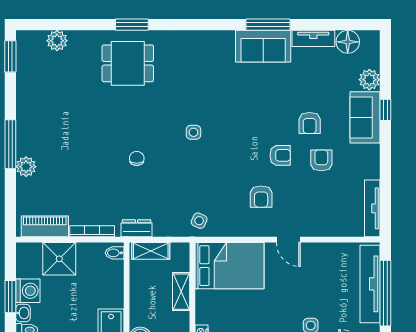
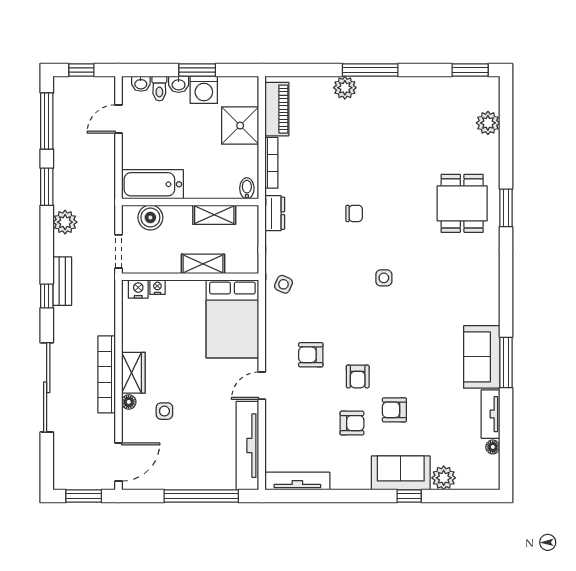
floor lamp: (348, 42) -> (493, 447), width x0.53, depth x0.53
shelving: (151, 251) -> (214, 215), moved, turned 90
tv unit: (370, 284) -> (247, 446), moved, turned -90

